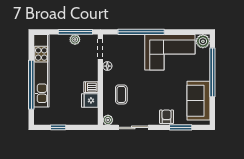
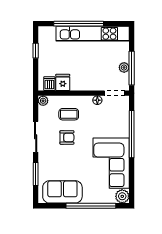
dishwasher: (91, 87) -> (49, 84), moved
armchair: (167, 117) -> (67, 137), moved
sliding door: (133, 127) -> (36, 137), moved

